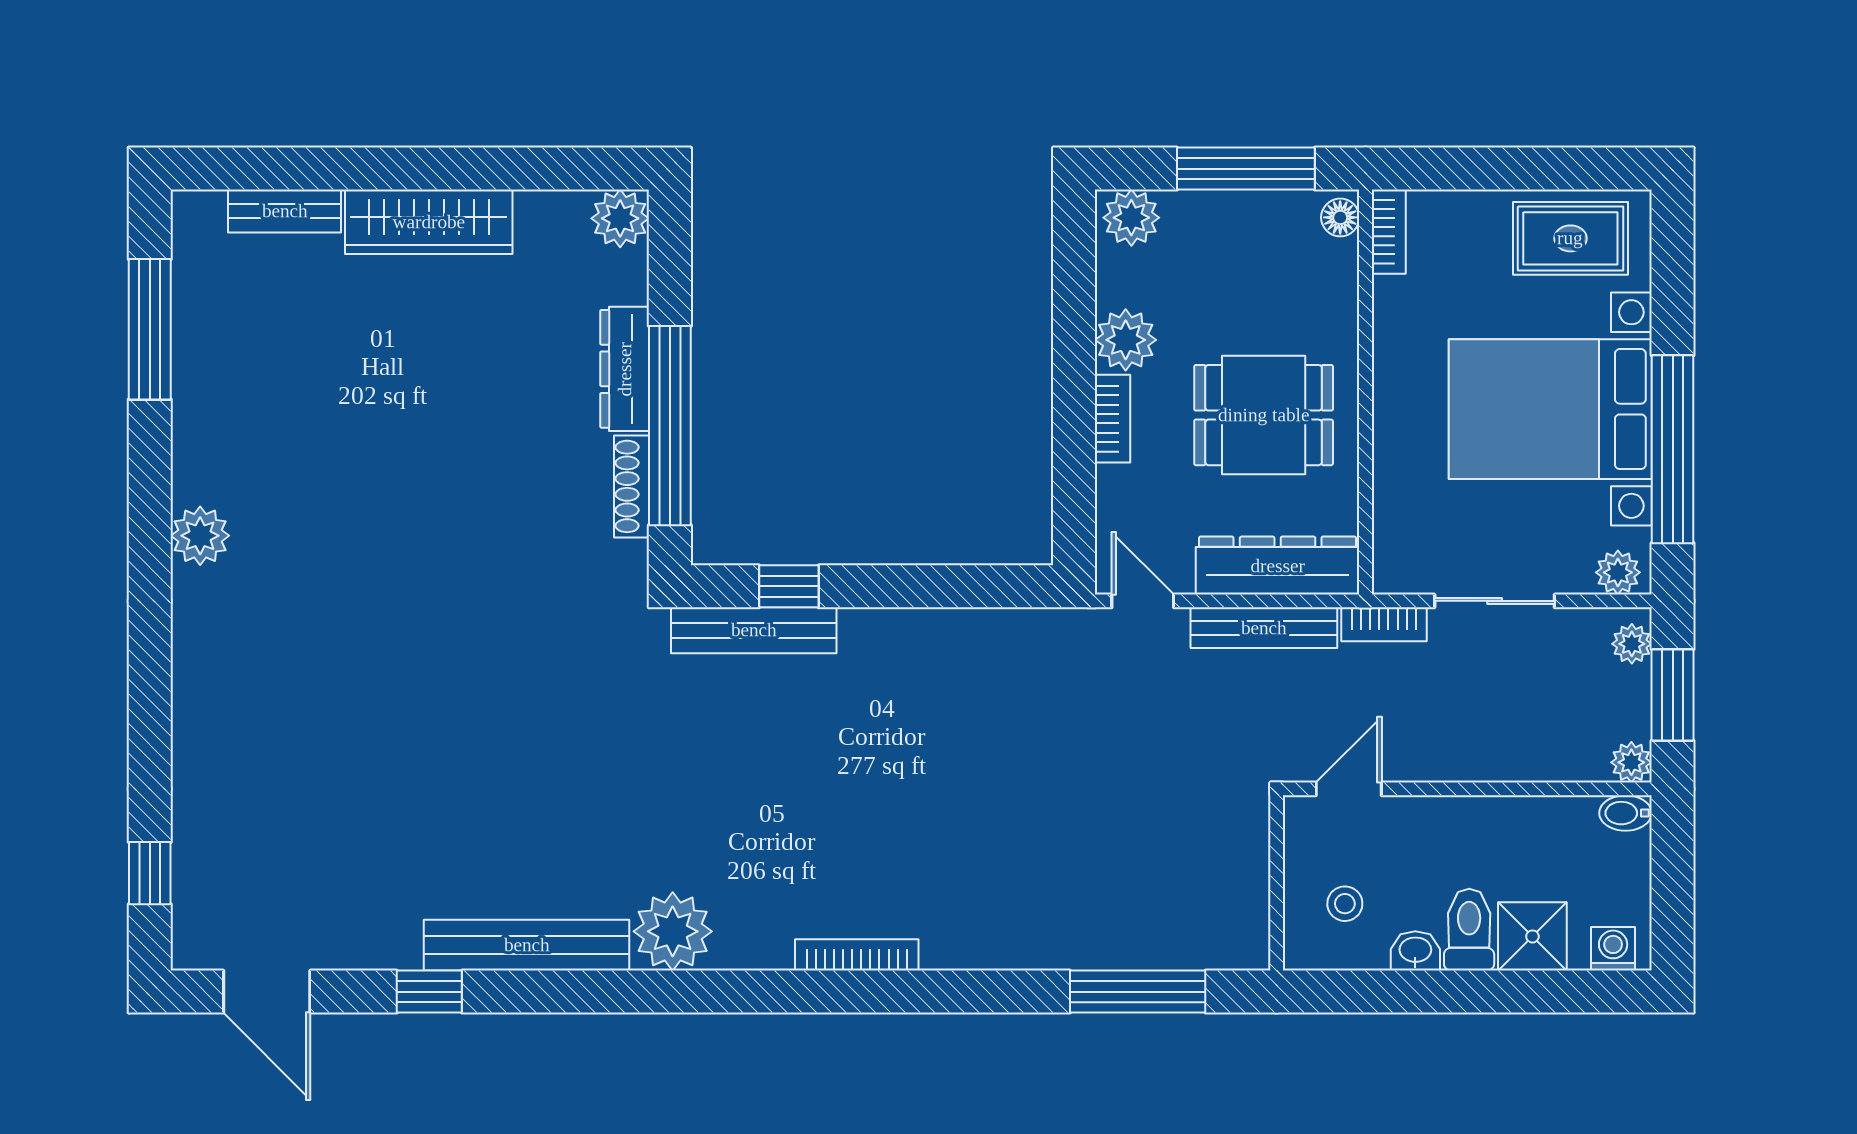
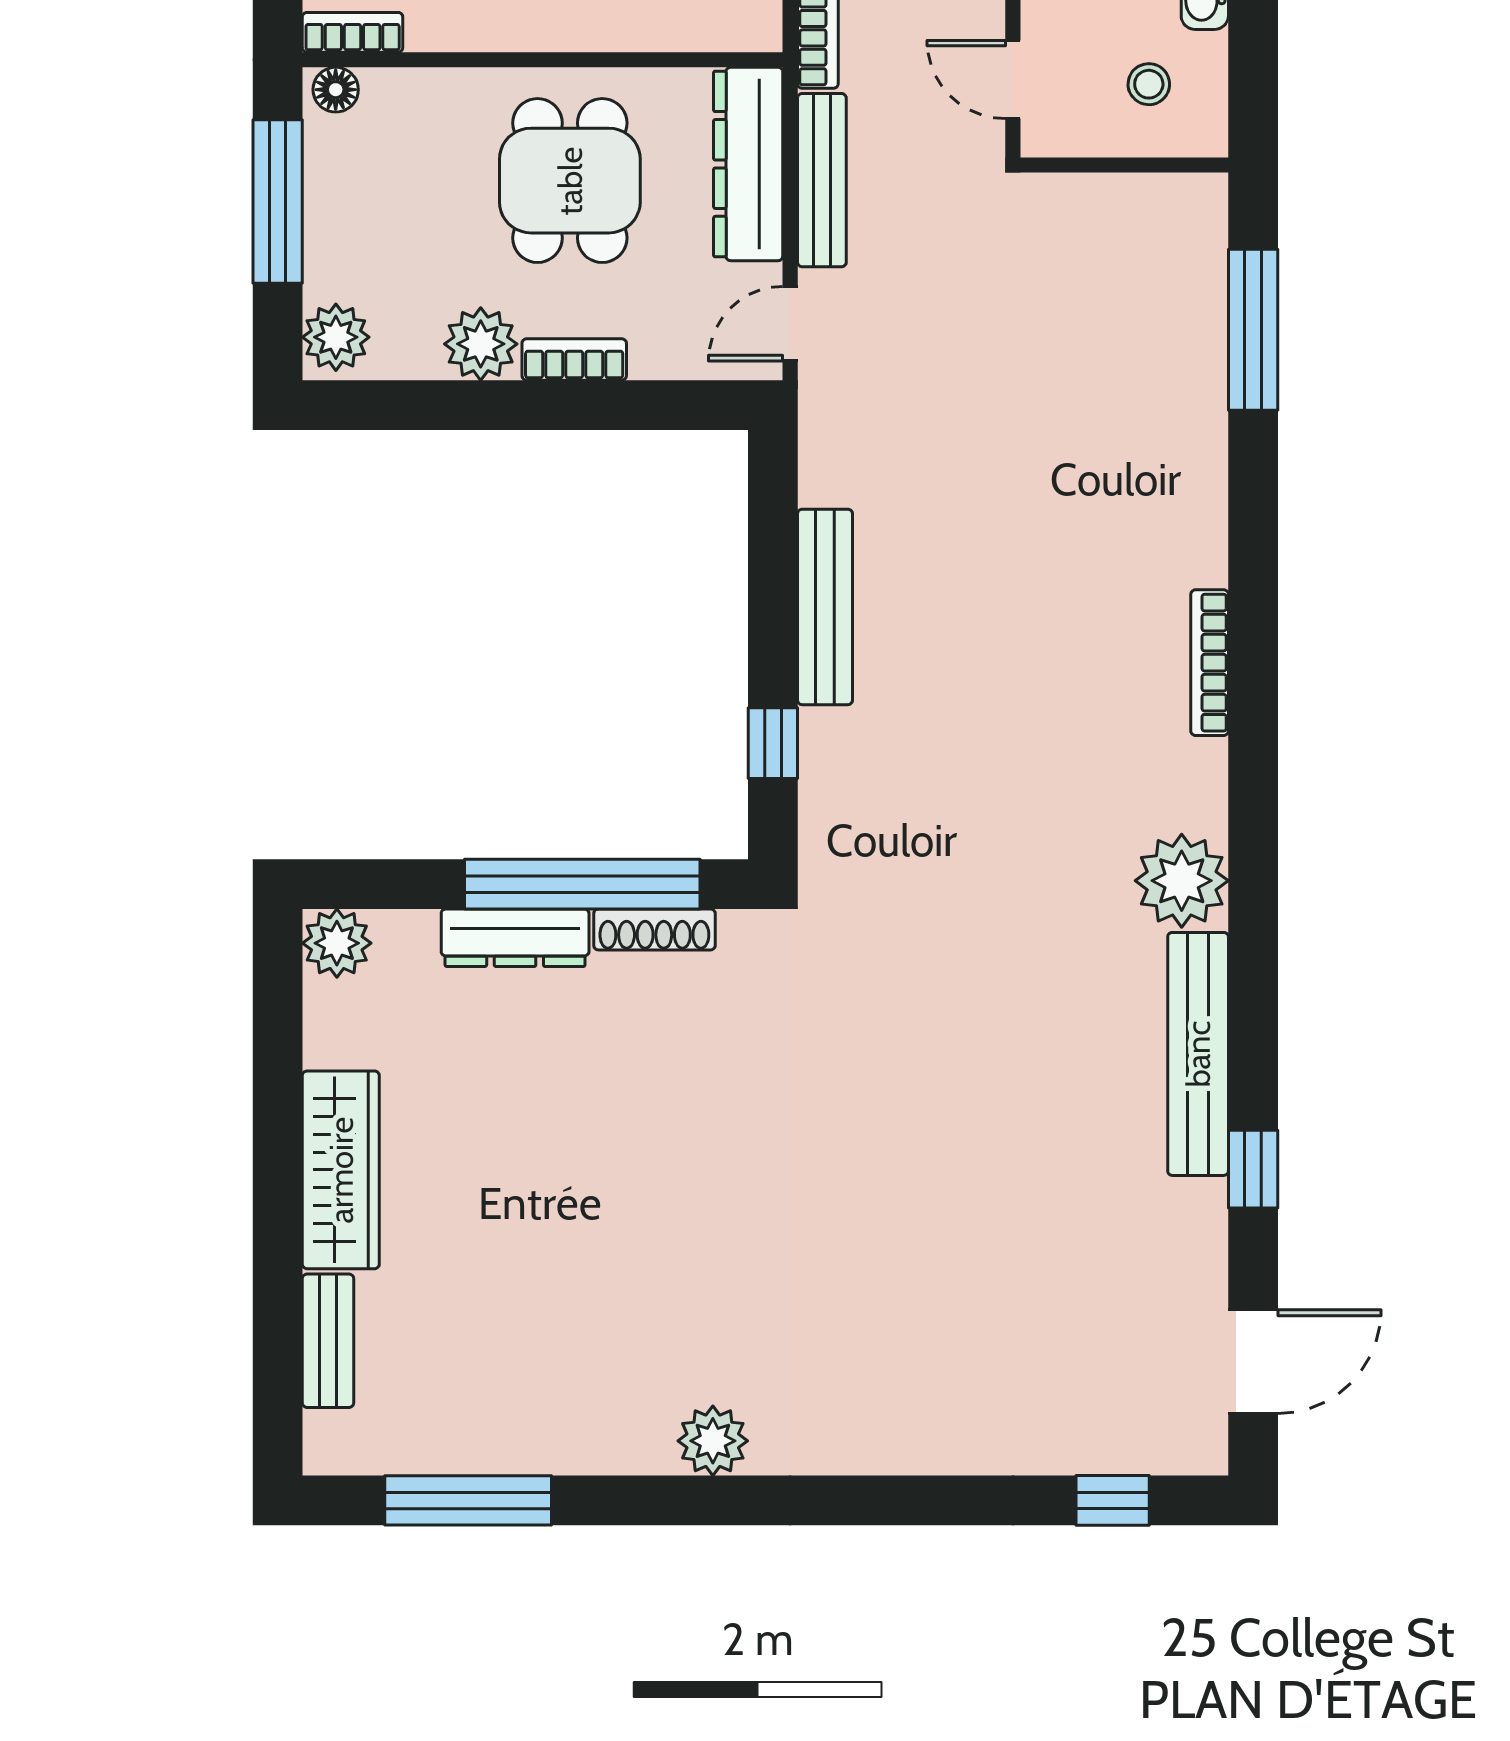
bench: (754, 630) -> (825, 607), moved

